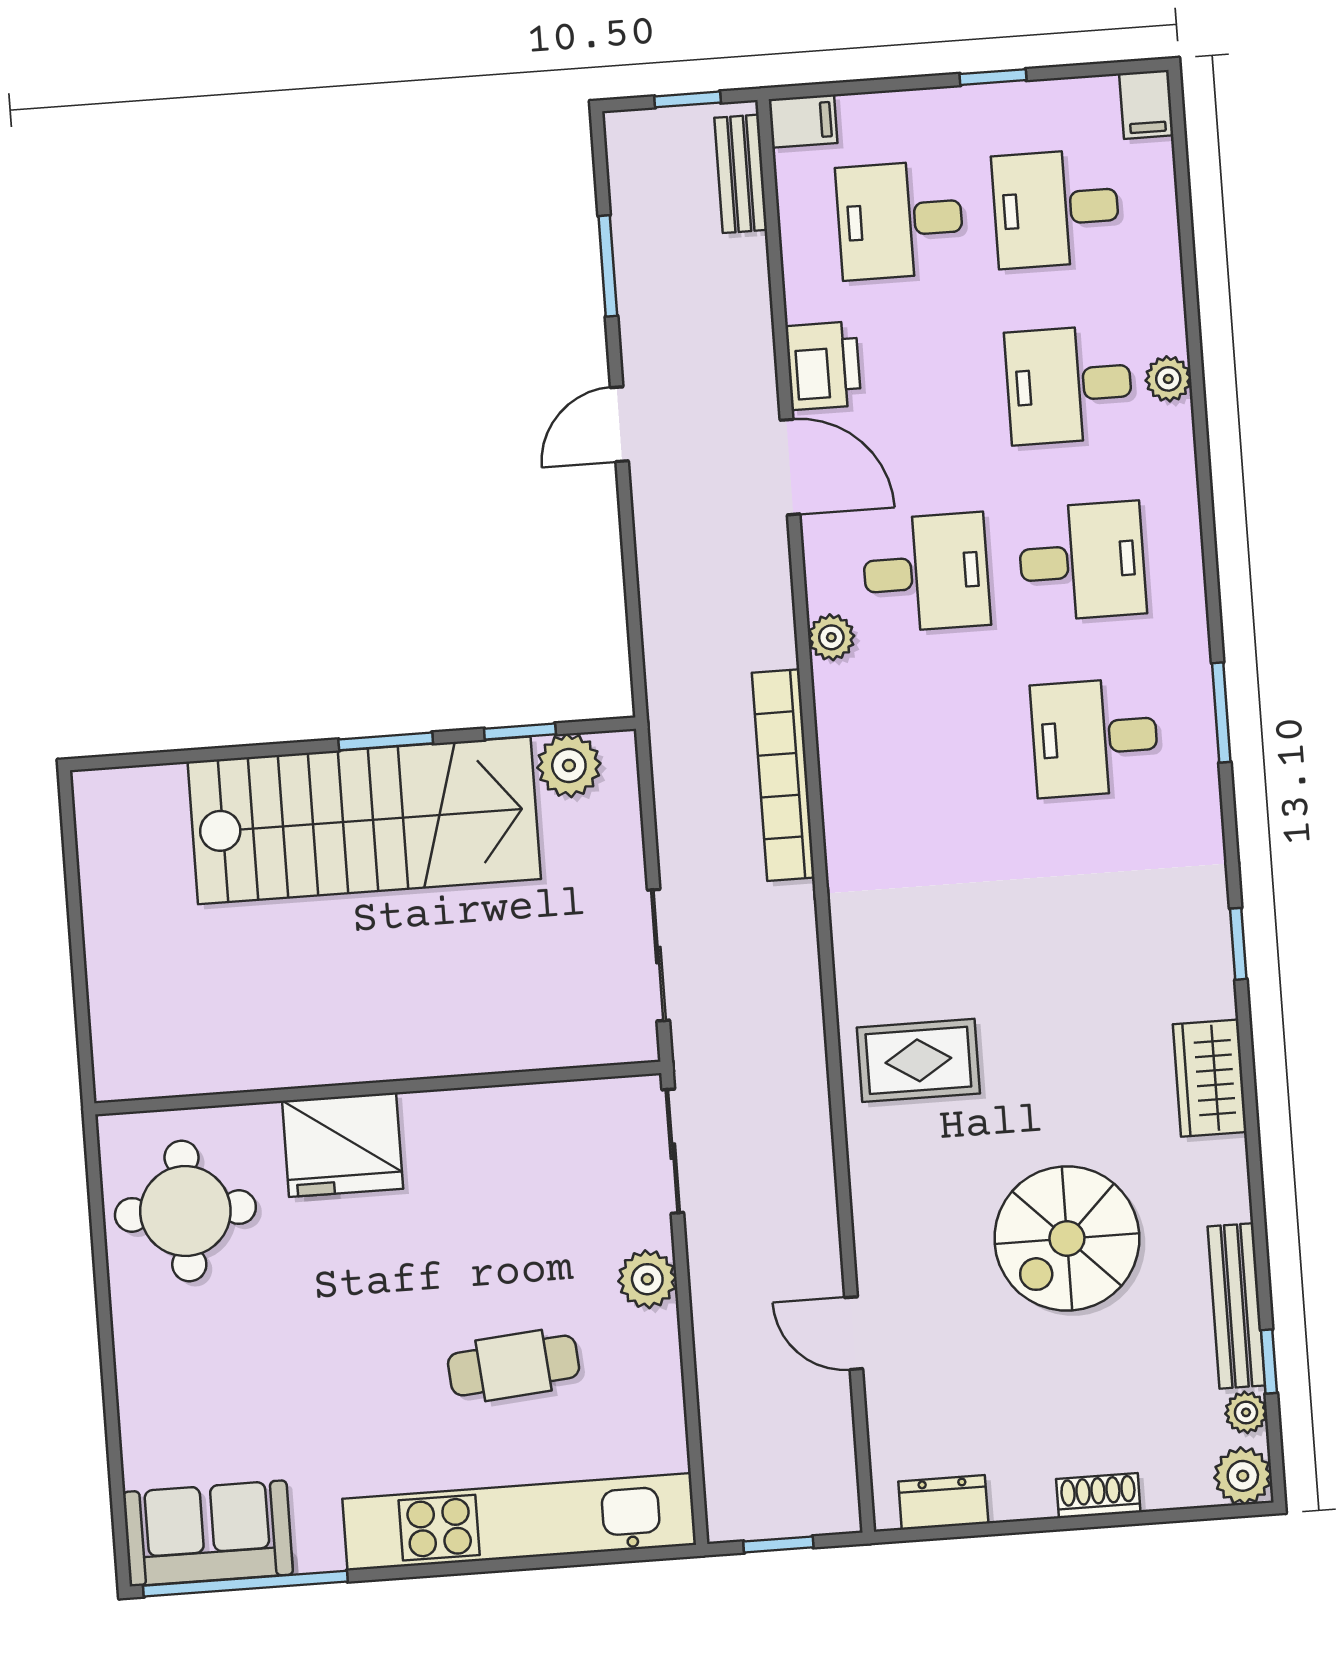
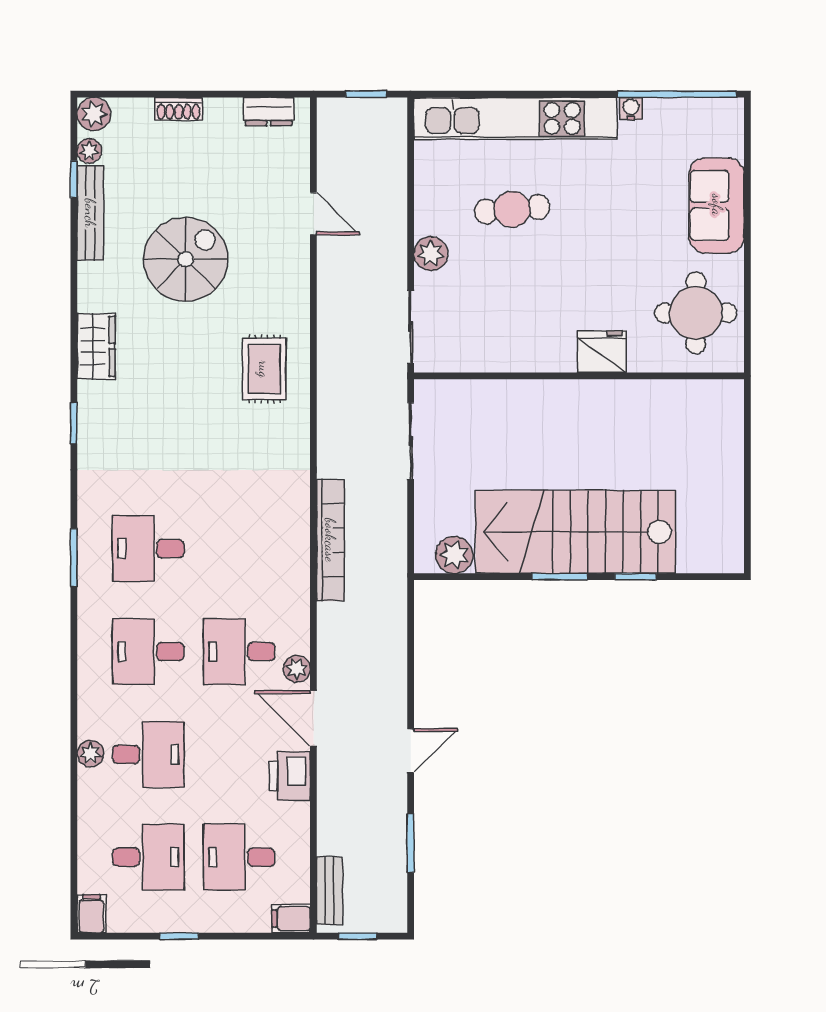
desk: (900, 220) -> (239, 857), turned 180
plant: (831, 637) -> (297, 669), moved
window: (520, 732) -> (635, 577), moved
desk: (1095, 737) -> (148, 549), turned 180
rug: (918, 1060) -> (264, 369), turned 90
fridge: (343, 1145) -> (602, 352), width x0.73, depth x0.75
sofa: (208, 1533) -> (717, 205), moved, turned 90
water cooler: (322, 1553) -> (631, 109), added

